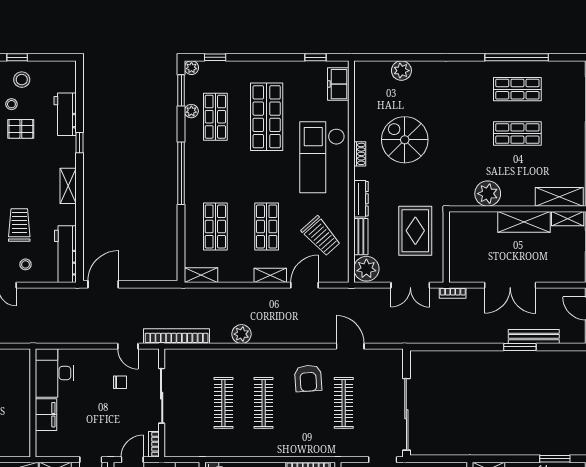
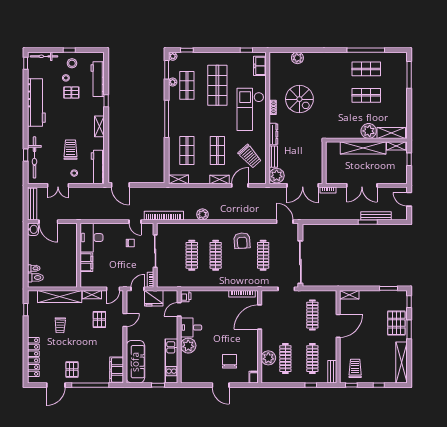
workbench: (65, 114) -> (98, 79), width x1.38
spiral stairs: (405, 140) -> (299, 99), turned 180
plant: (488, 194) -> (369, 131), moved
shelving: (524, 222) -> (363, 148), width x1.47
rug: (415, 231) -> (306, 153), removed
door: (103, 284) -> (120, 185), swing flipped
double door: (410, 285) -> (303, 185), width x1.37
door: (350, 346) -> (285, 222), moved

